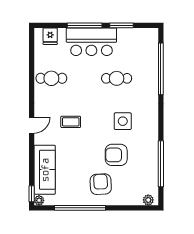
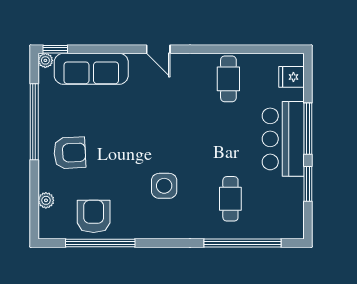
cafe table: (117, 78) -> (230, 199), moved
coffee table: (71, 122) -> (163, 108), removed
armchair: (116, 155) -> (94, 216), moved
plant: (148, 200) -> (46, 200), moved

